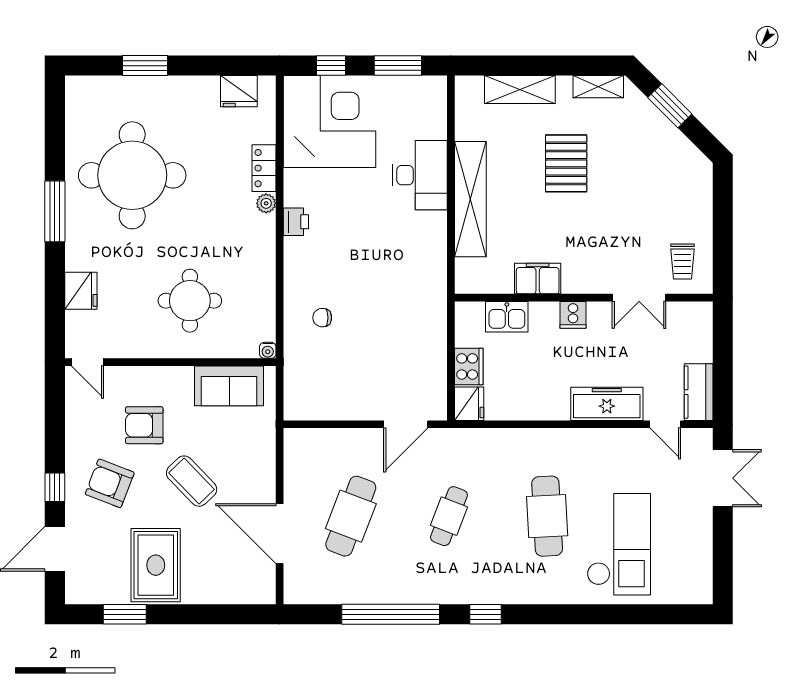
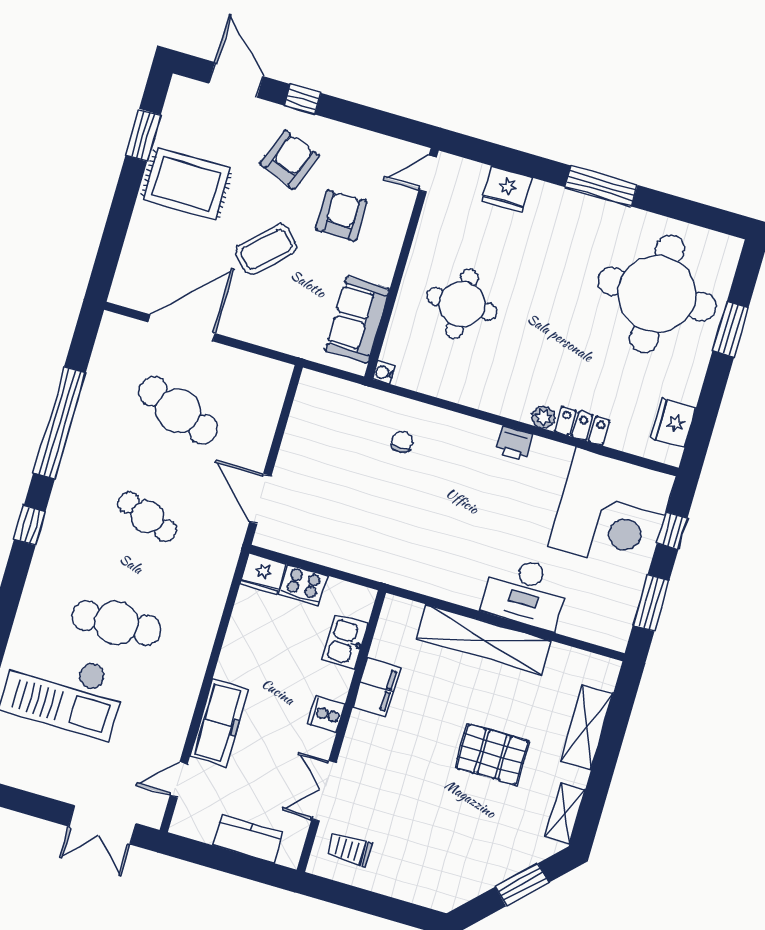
round table: (132, 175) -> (657, 294), moved
kitchen counter: (699, 392) -> (248, 839), moved

